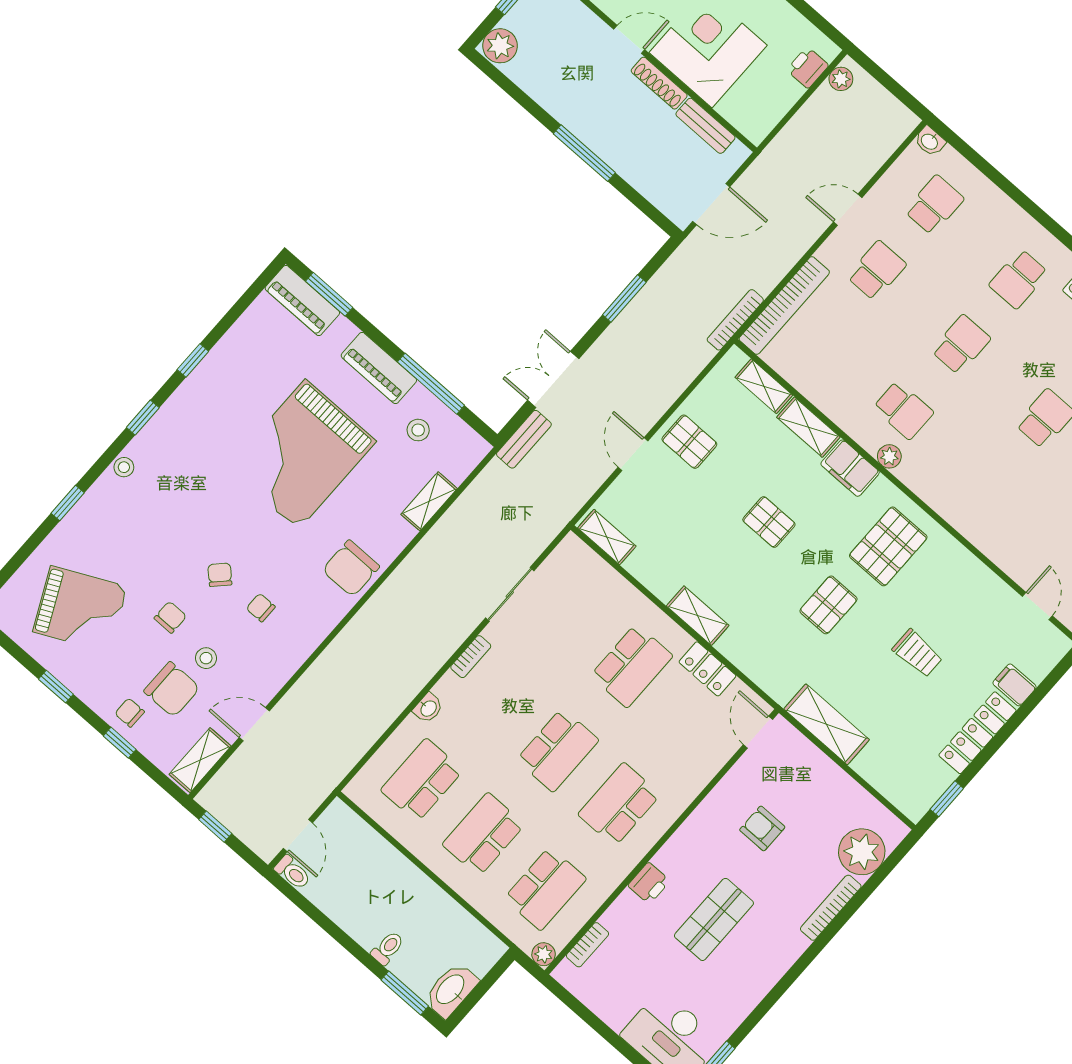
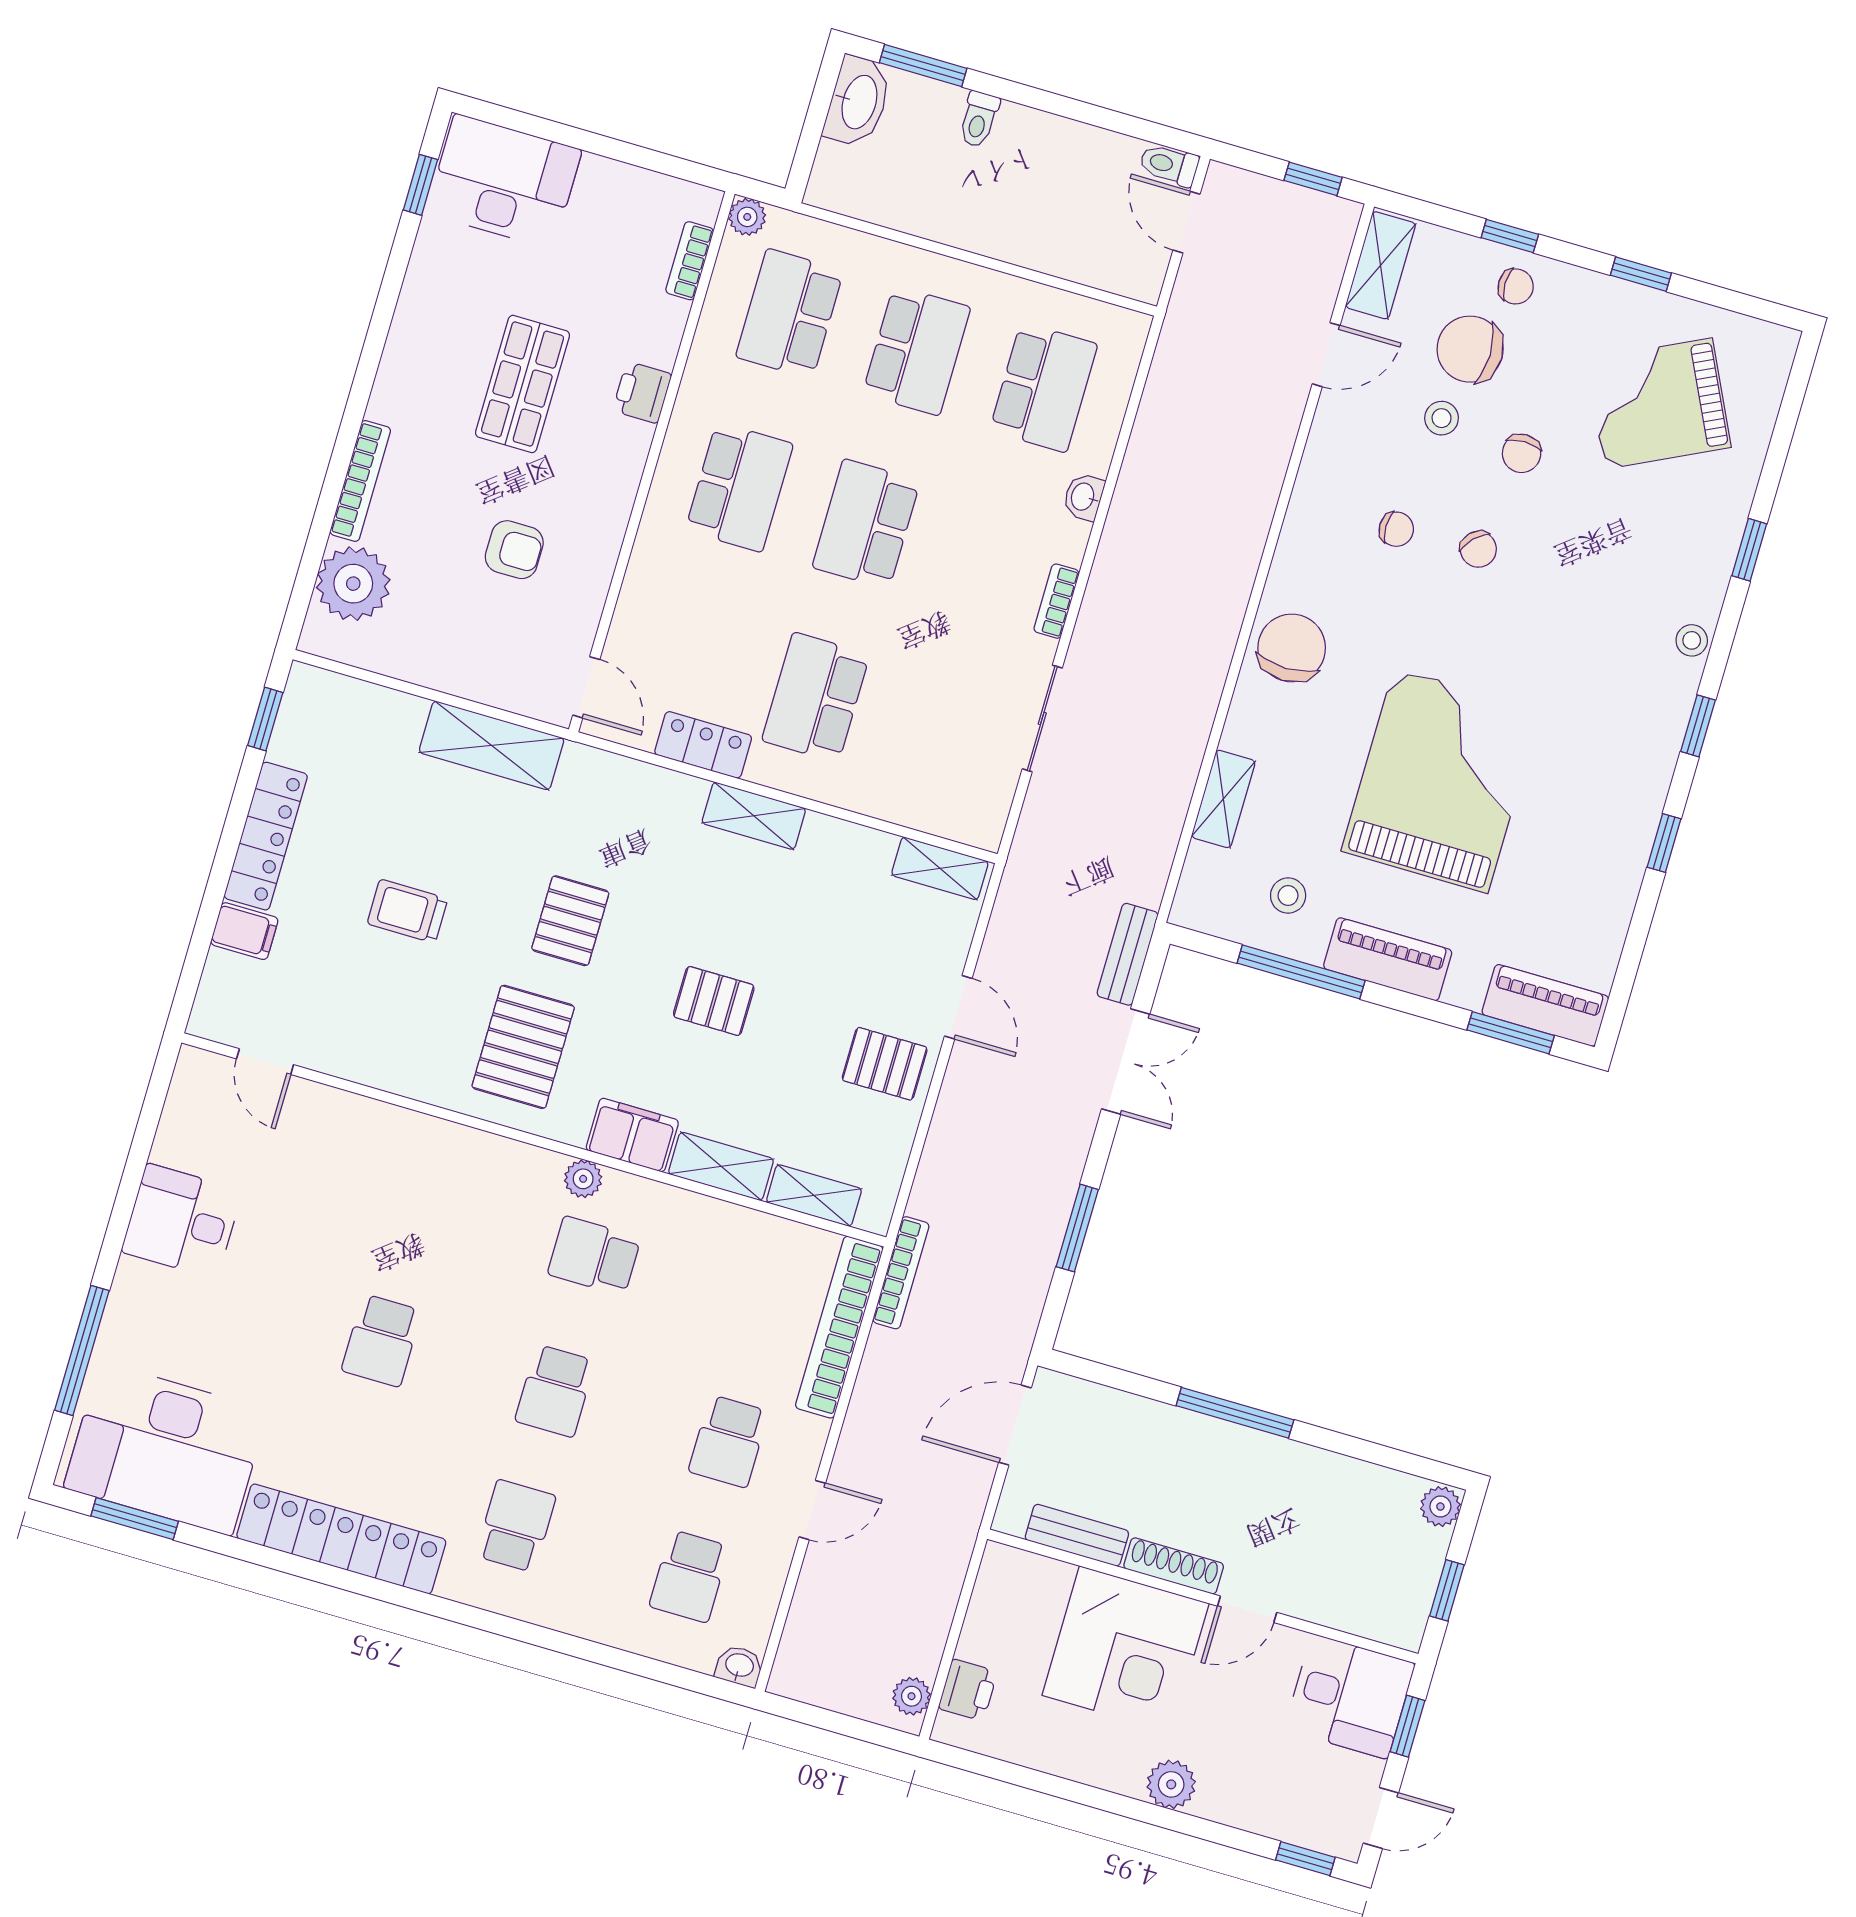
plant: (500, 46) -> (1440, 1507), width x0.73, depth x0.73

